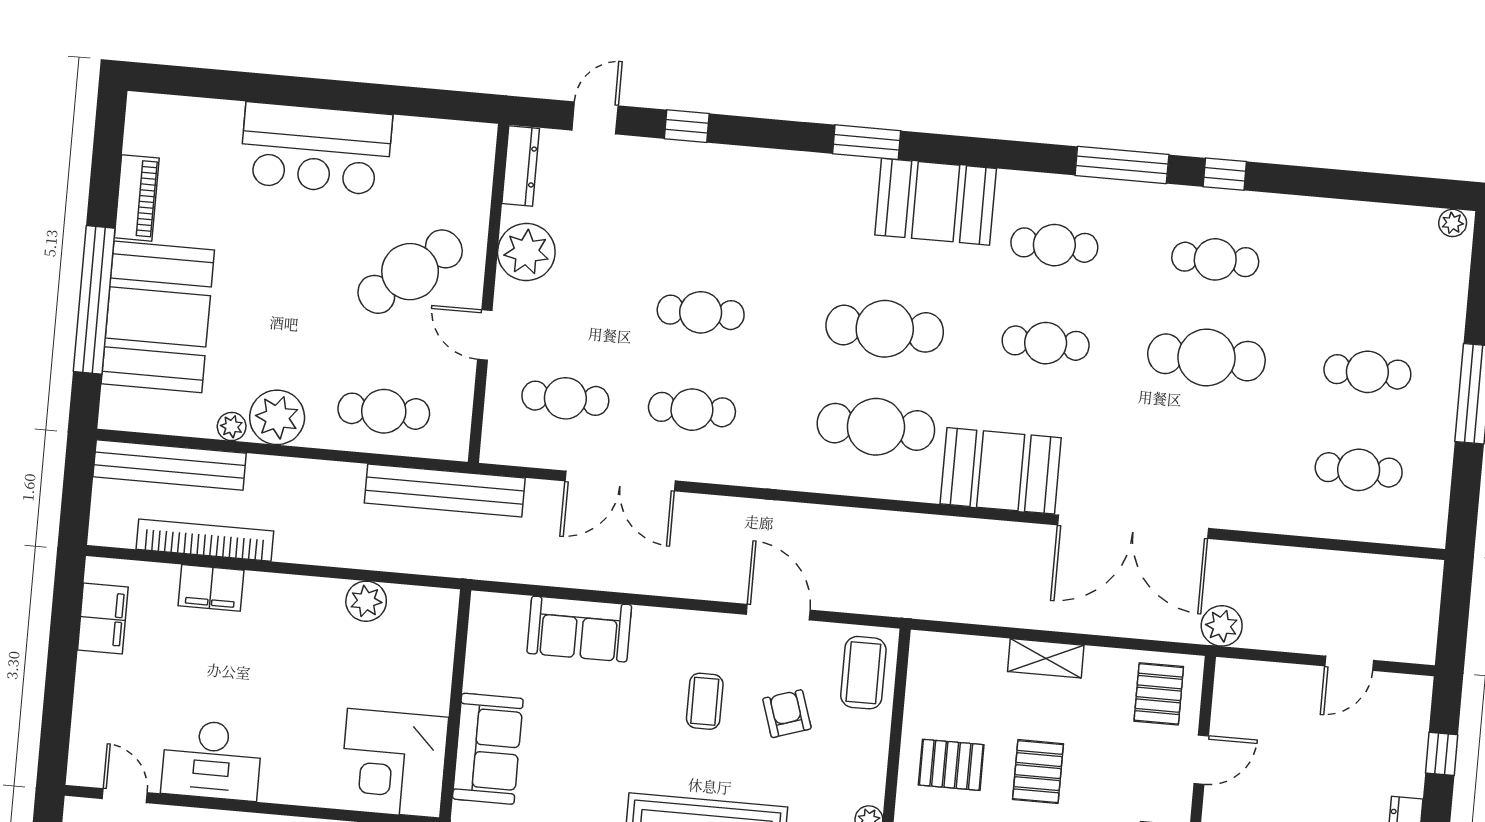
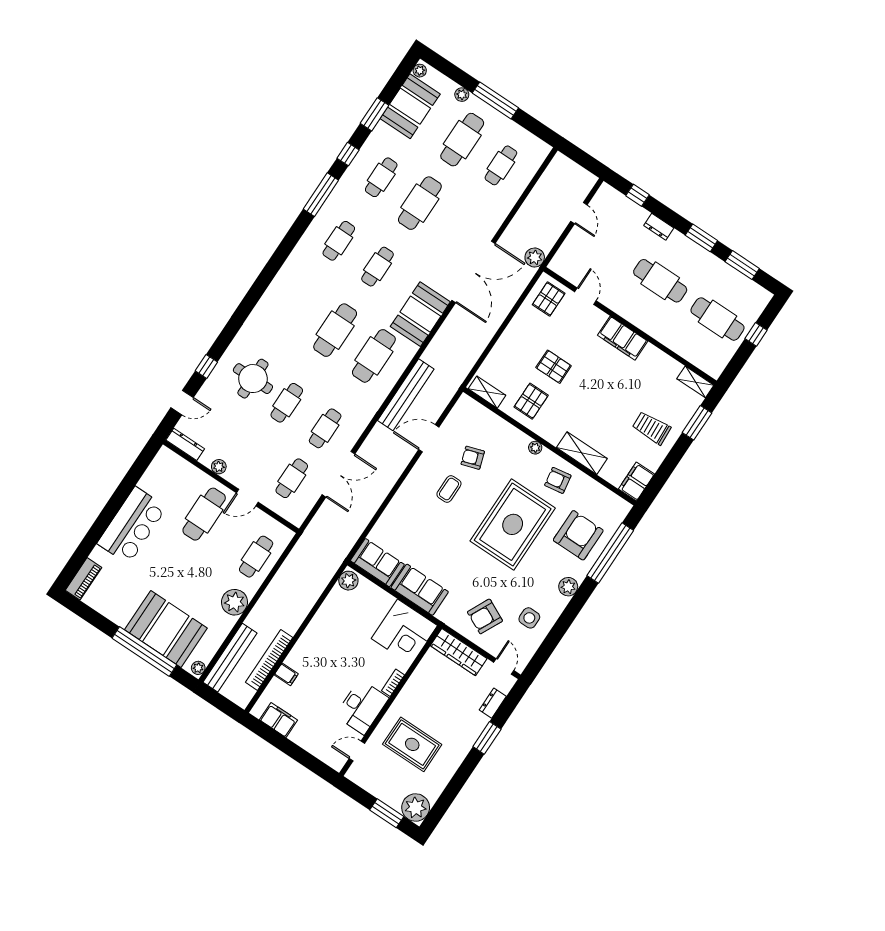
door: (595, 118) -> (182, 403), swing flipped
window: (867, 142) -> (374, 114), moved
piano: (137, 198) -> (84, 579), moved, turned 90
booth: (936, 202) -> (410, 106), moved
round table: (711, 225) -> (253, 379), added
plant: (526, 252) -> (219, 467), width x0.53, depth x0.53
cafe table: (410, 272) -> (204, 514), turned 39
plant: (1451, 325) -> (462, 95), added
cafe table: (1367, 372) -> (462, 140), width x1.37, depth x1.35
plant: (232, 427) -> (198, 668), moved
bench: (445, 490) -> (406, 395), moved
filing cabinet: (211, 588) -> (286, 674), width x0.50
plant: (366, 601) -> (348, 581), moved
sofa: (579, 629) -> (377, 563), moved, turned -90
shelving: (1046, 658) -> (487, 392), moved, turned 90
coffee table: (863, 673) -> (473, 417), removed
pallet: (1159, 694) -> (549, 299), turned 90
coffee table: (705, 701) -> (449, 489), turned 90
bookcase: (288, 794) -> (393, 683), added

